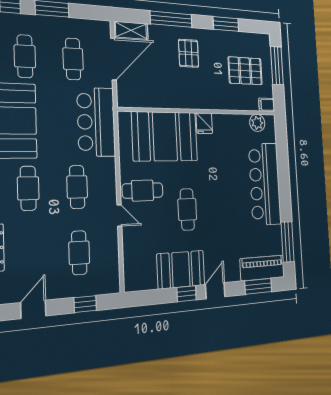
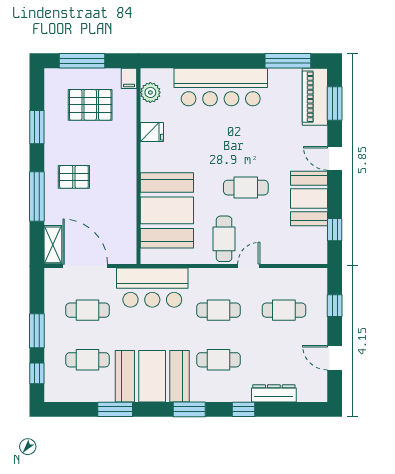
pallet: (245, 71) -> (90, 105), turned 90
fridge: (204, 123) -> (152, 132), moved
window: (187, 294) -> (335, 230), moved

